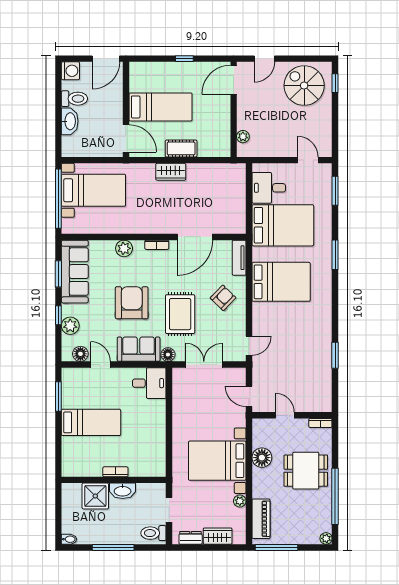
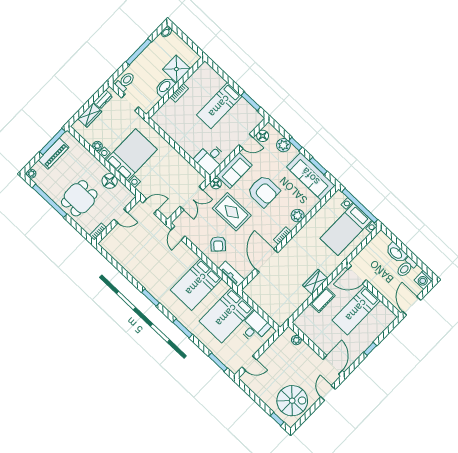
window: (335, 355) -> (151, 298), moved
piano: (261, 519) -> (54, 154), moved, turned -90

